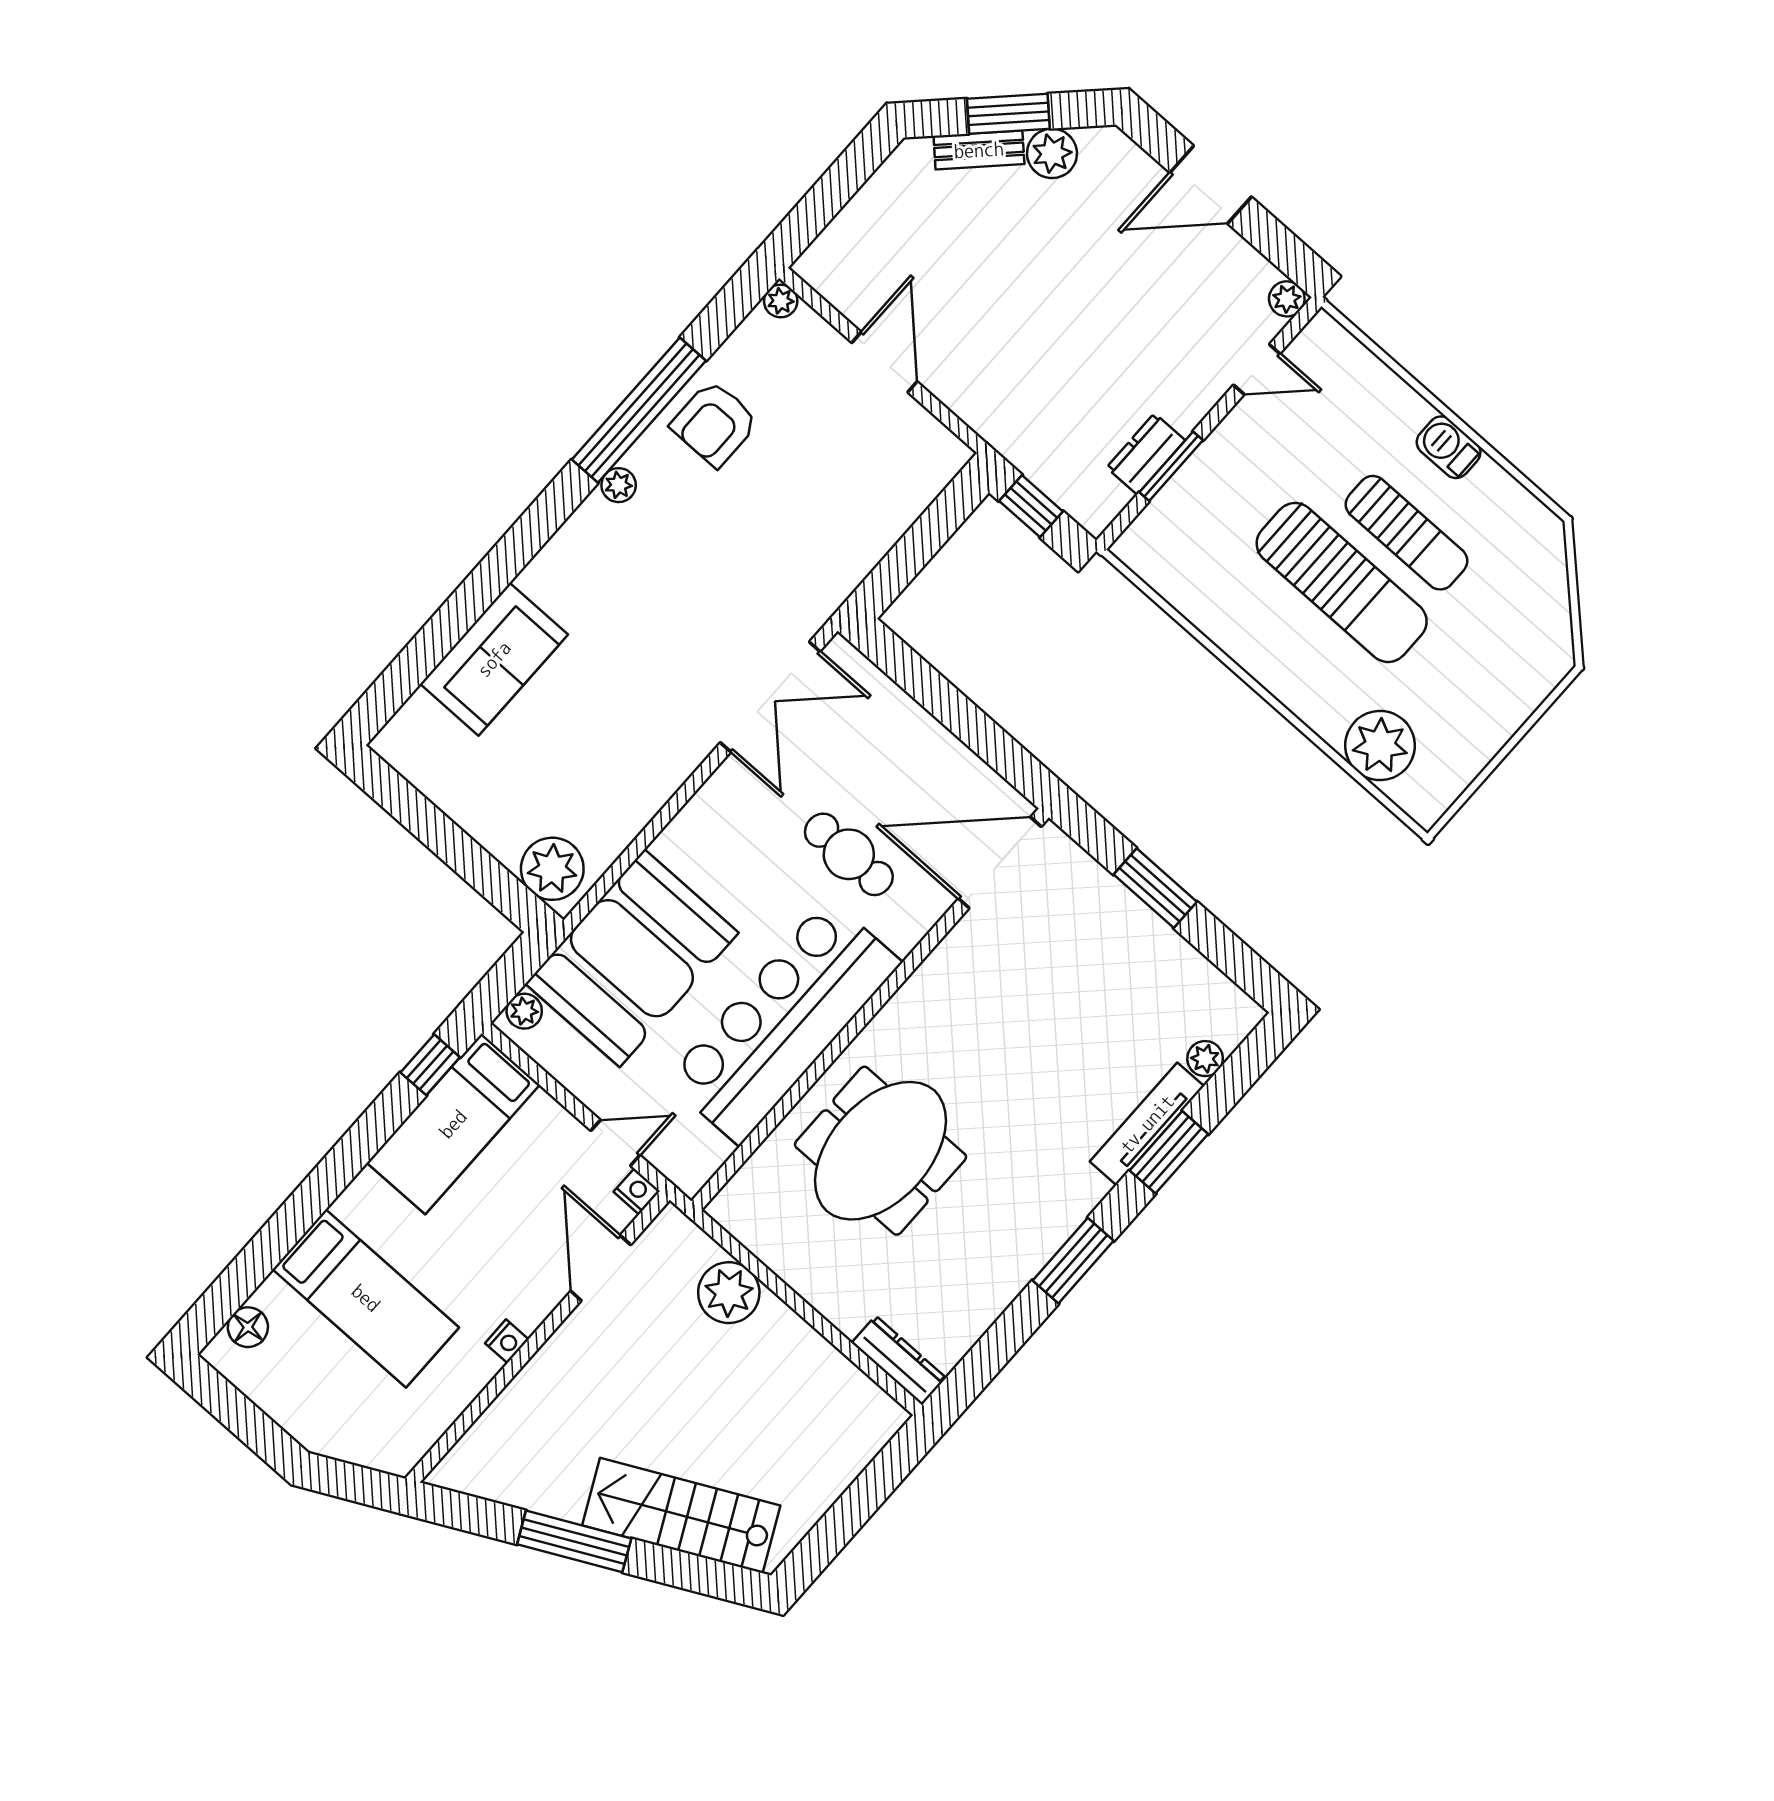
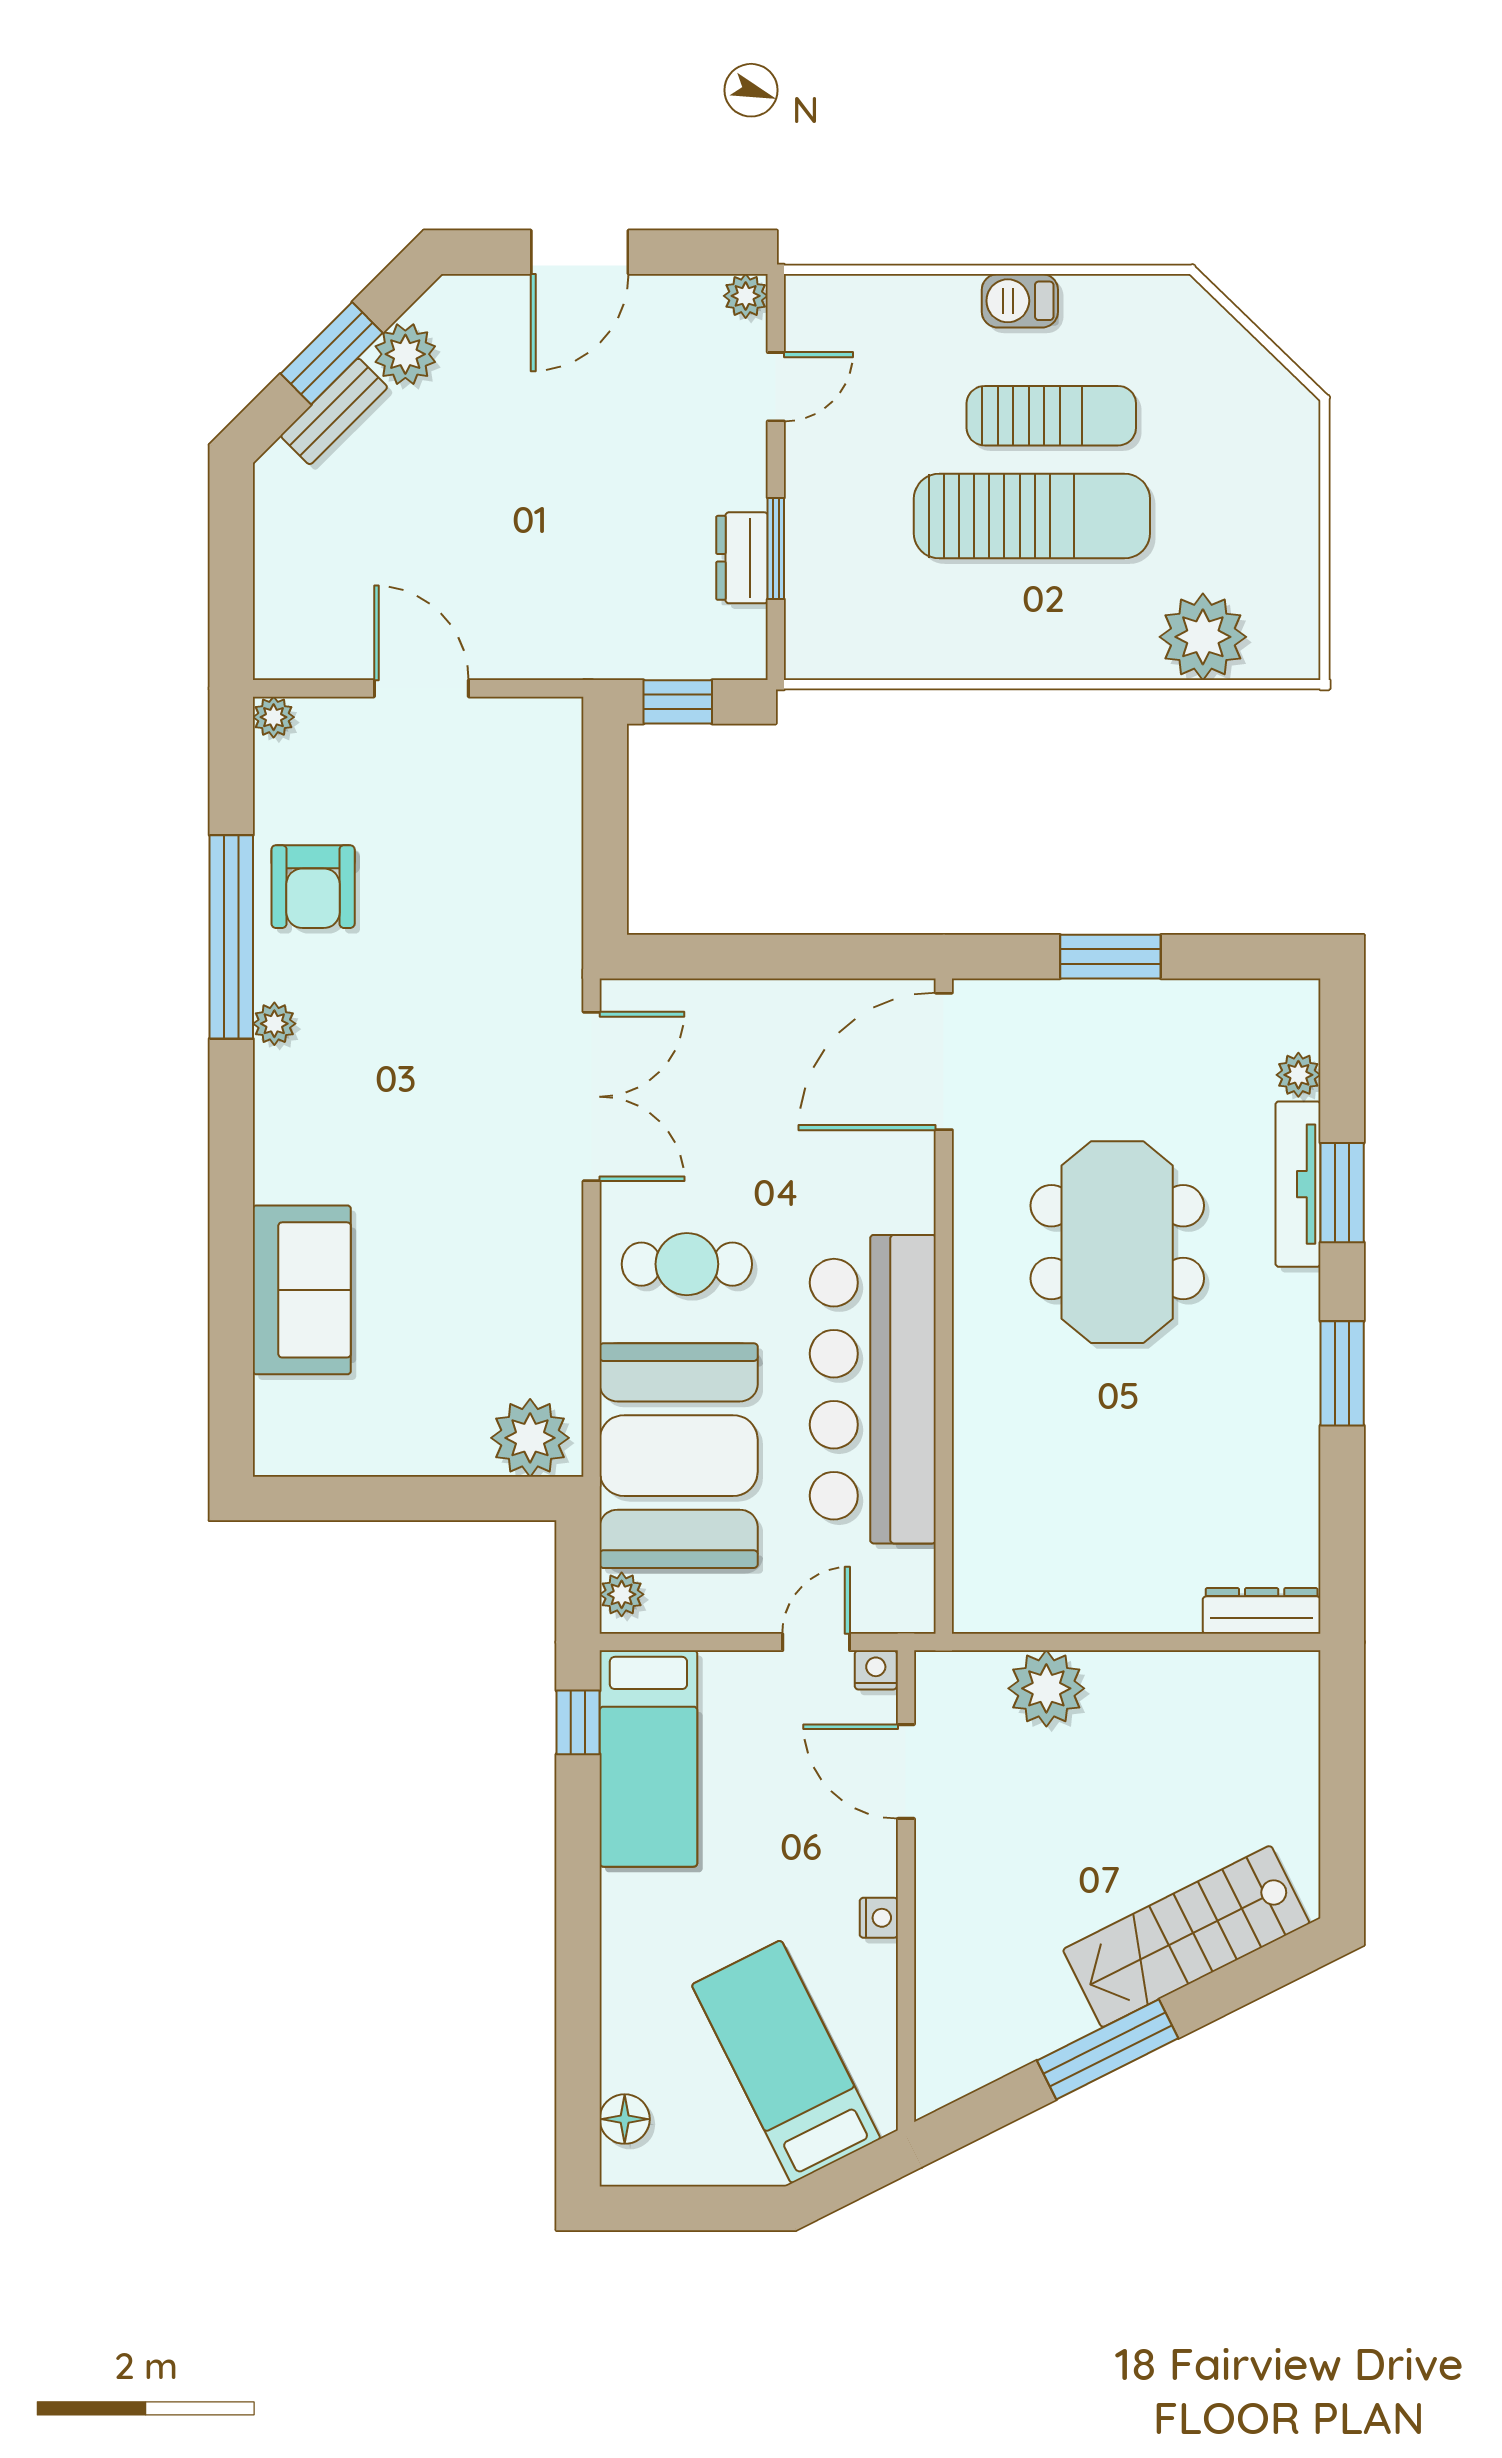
cafe table: (849, 854) -> (687, 1264), moved
meeting table: (880, 1151) -> (1117, 1242), moved
bed: (366, 1298) -> (786, 2062), moved, turned -117

